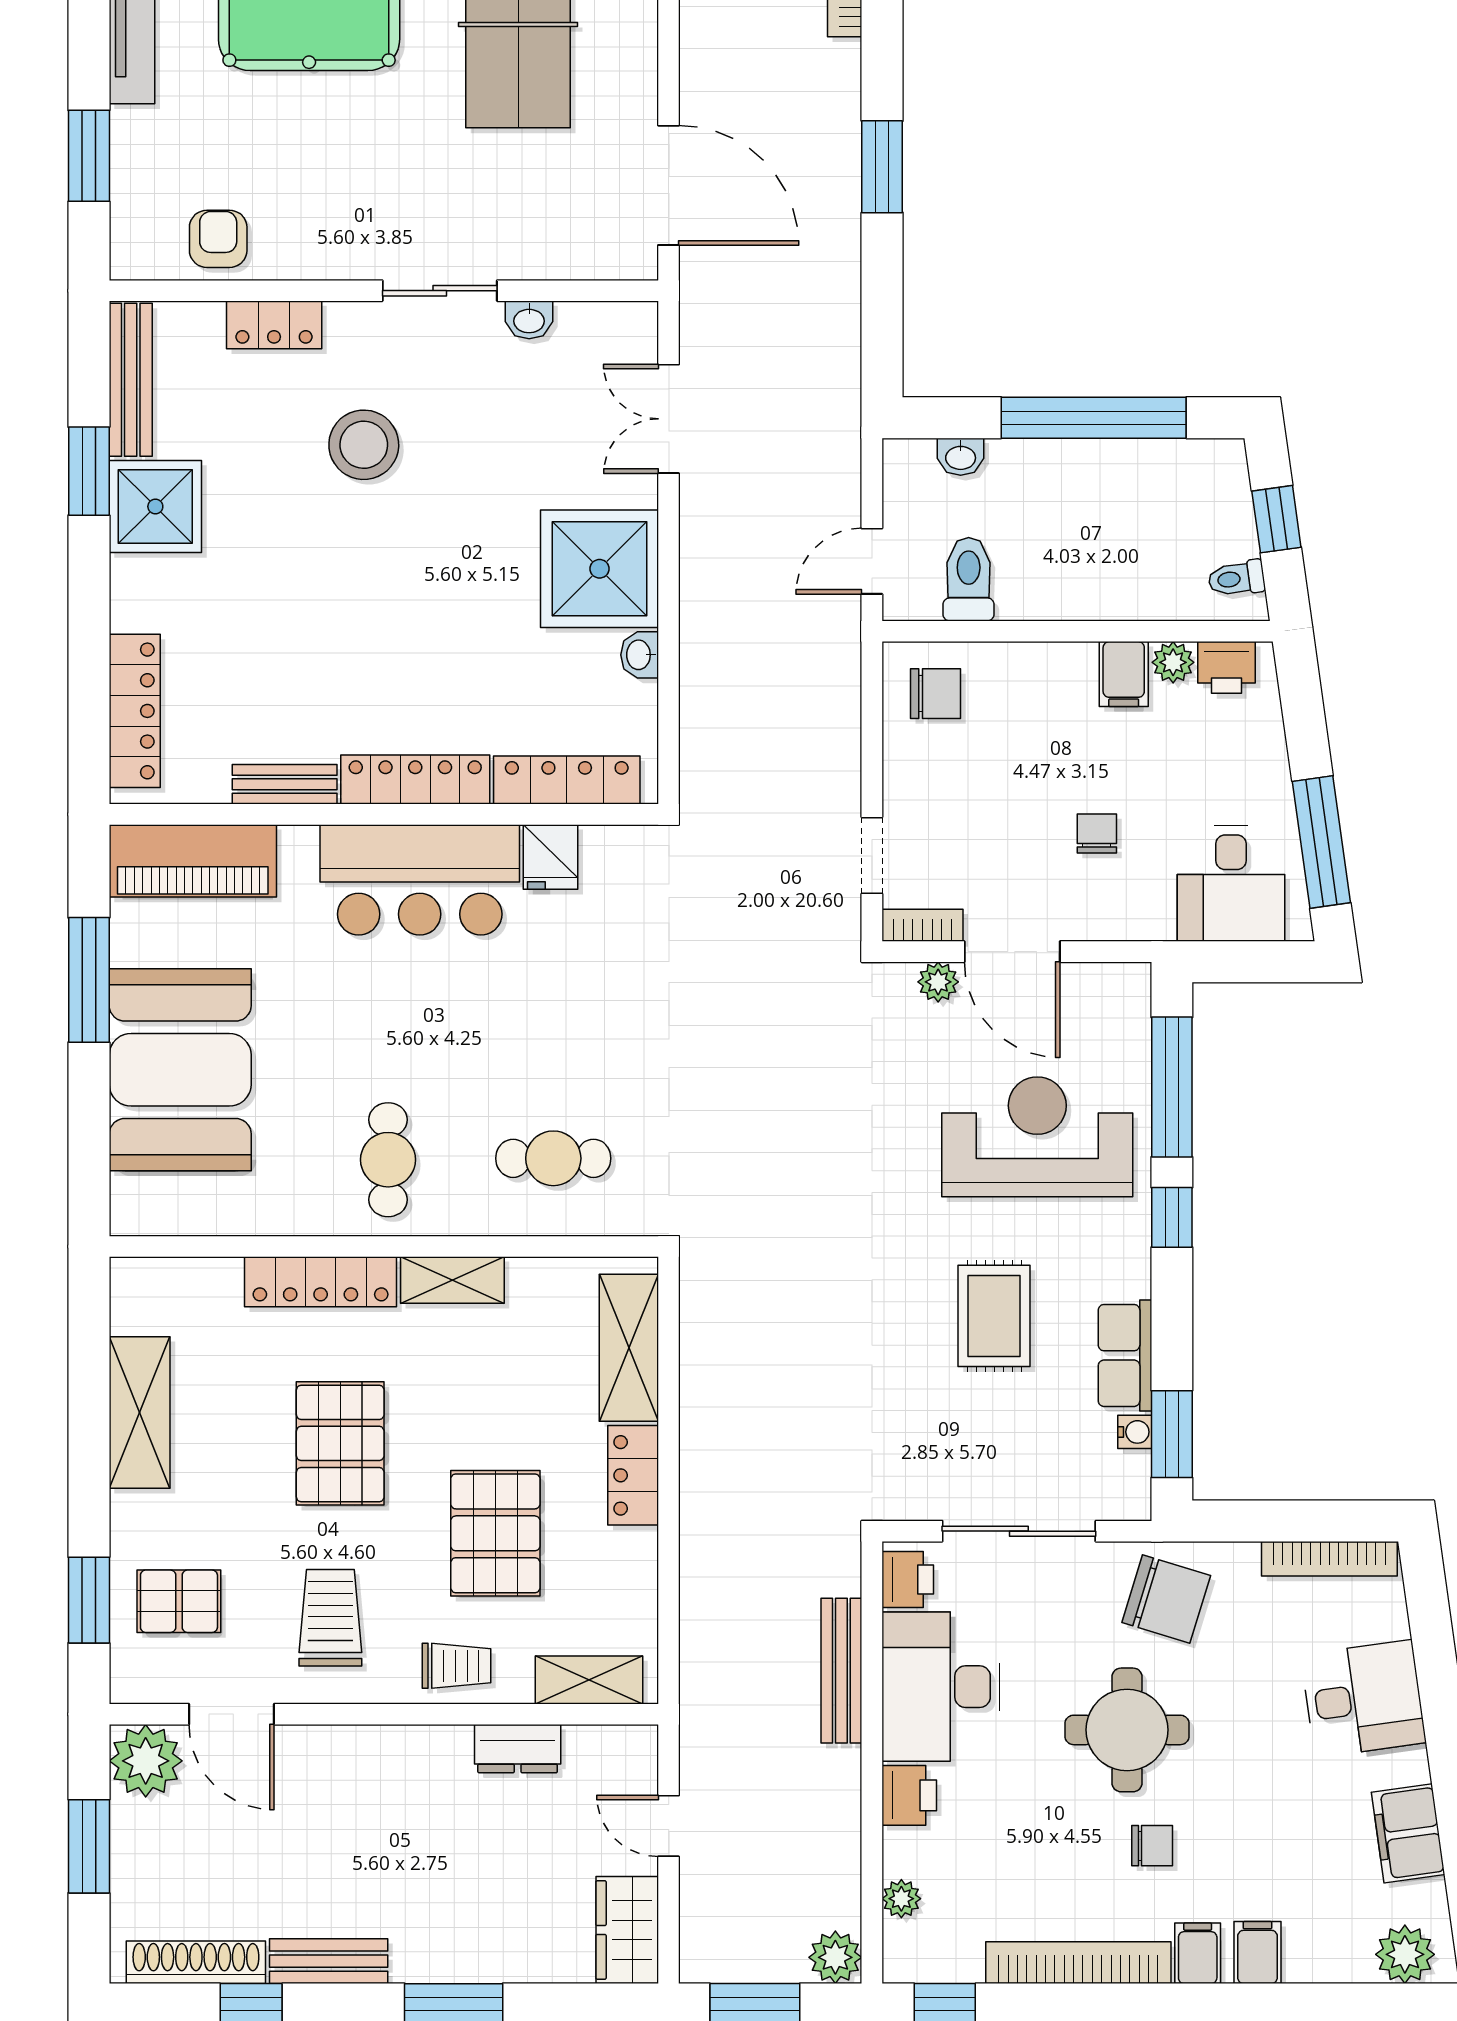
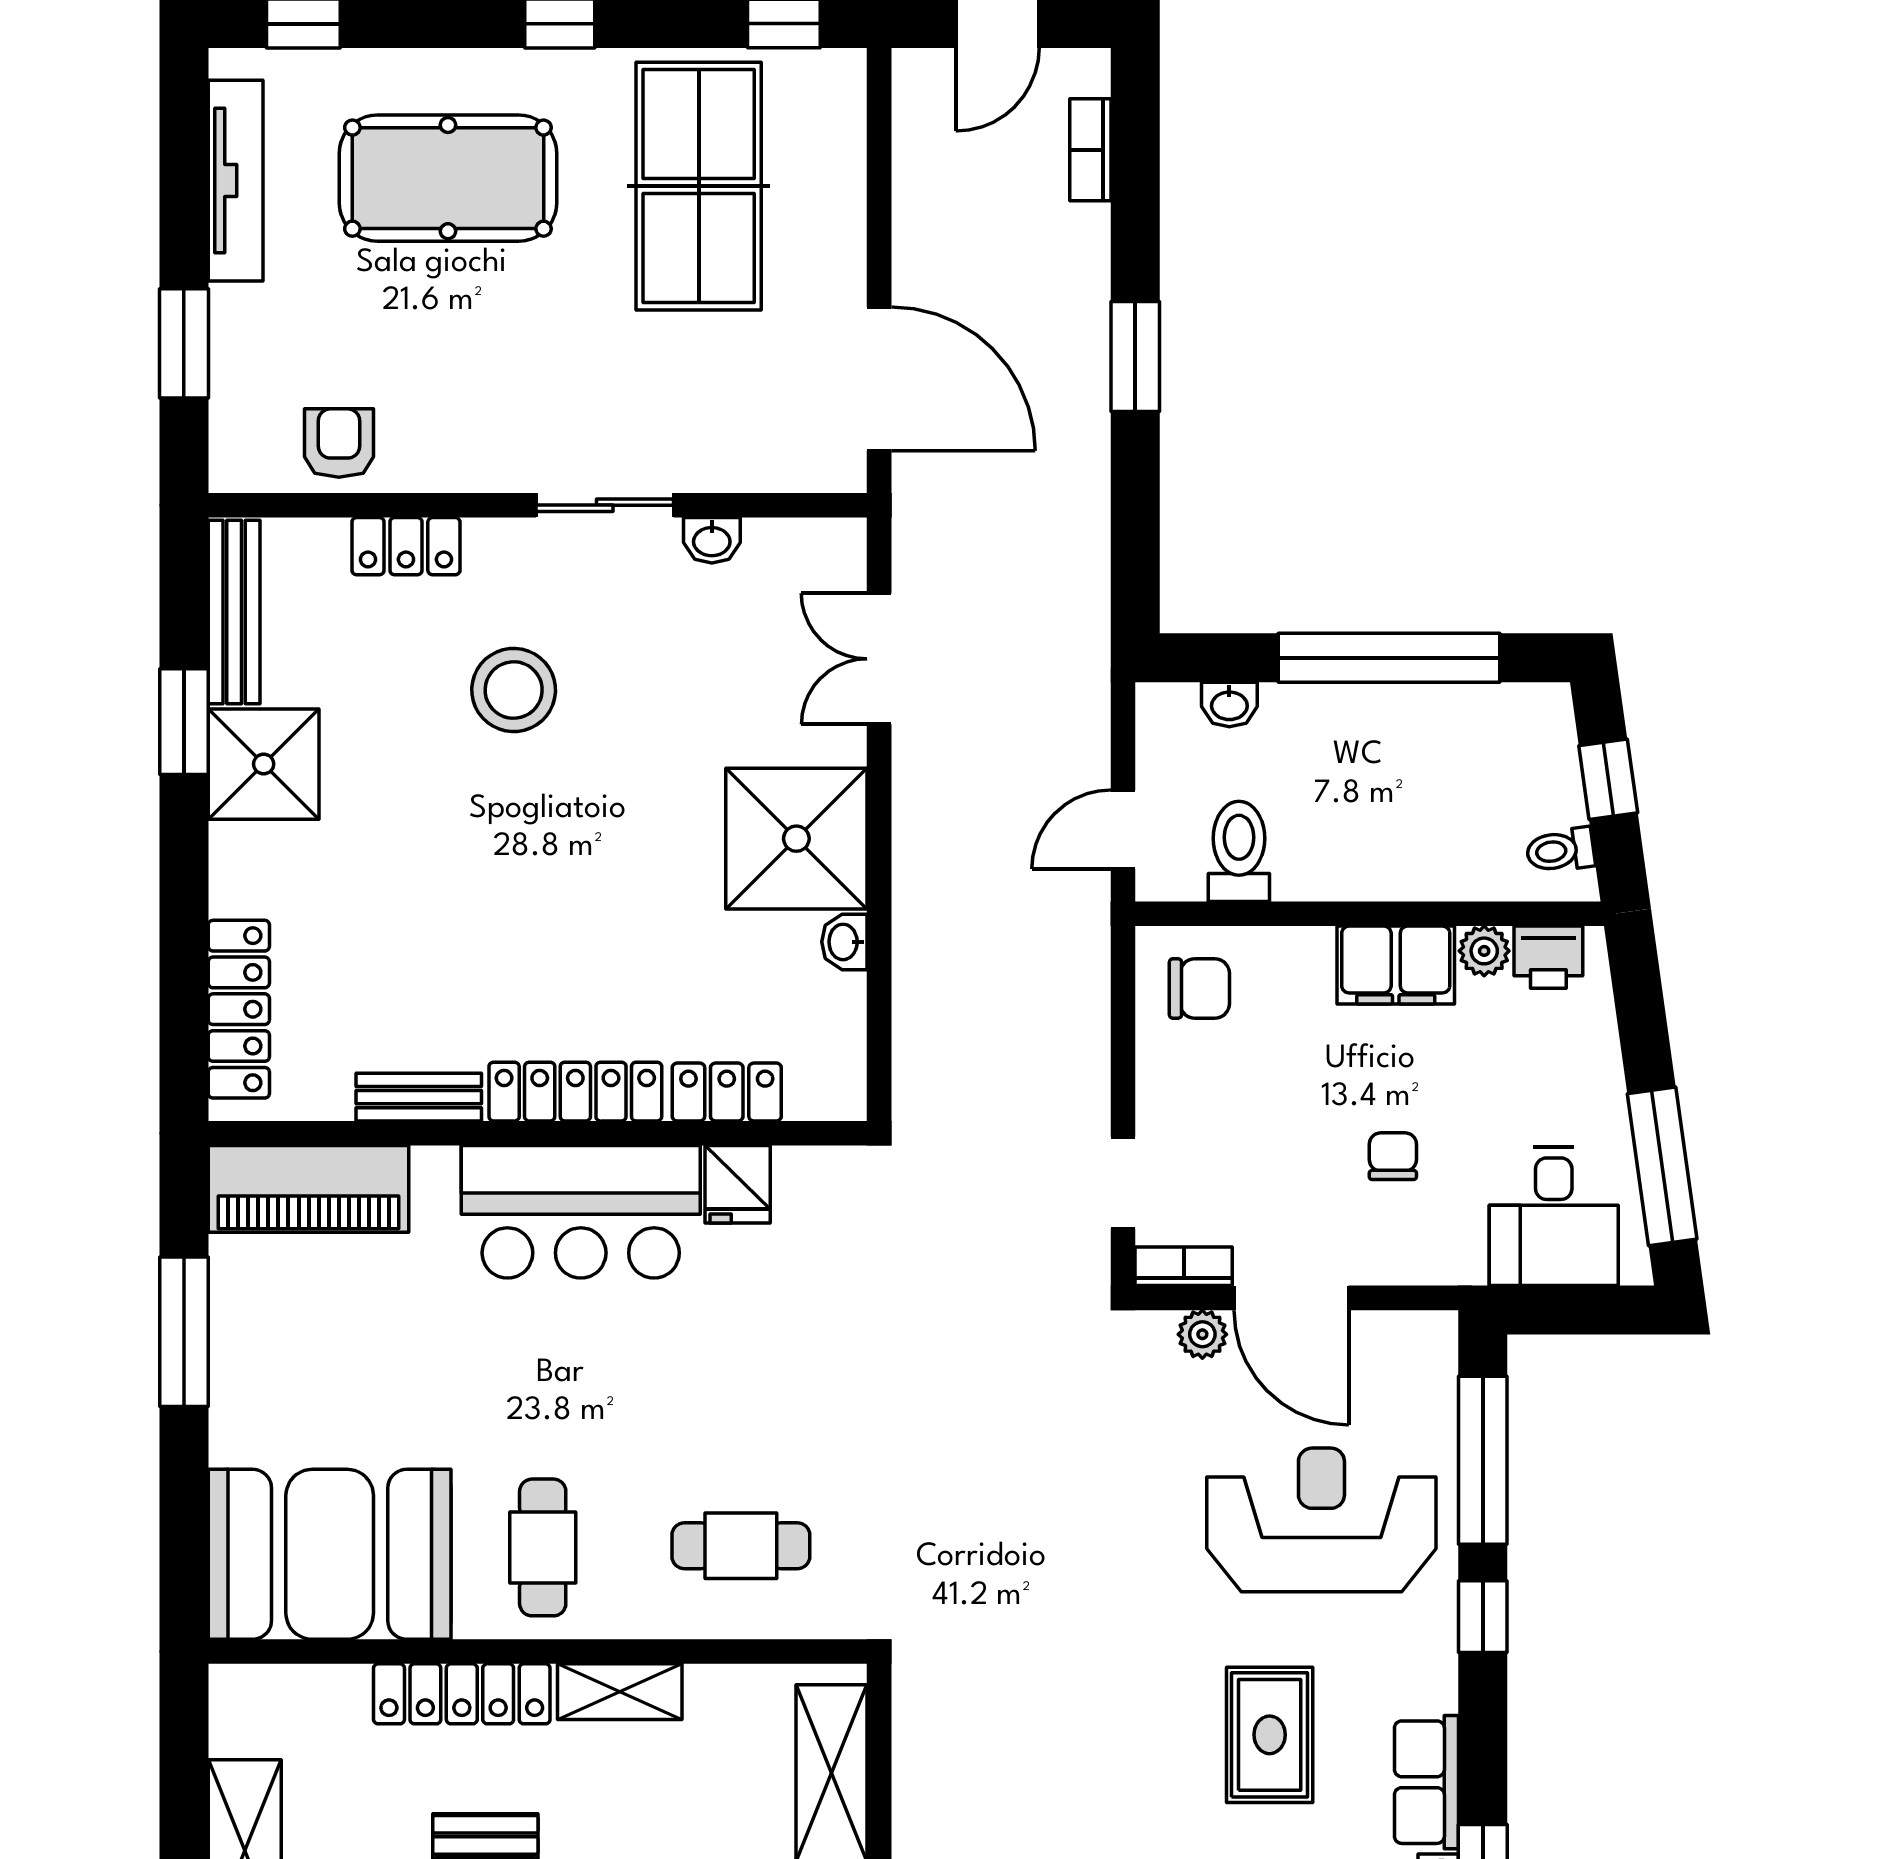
filing cabinet: (1124, 674) -> (1396, 965), width x2.00
locker: (567, 780) -> (727, 1092), width x0.66
booth: (180, 1070) -> (330, 1554), moved, turned 90

